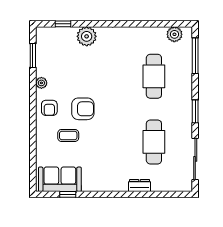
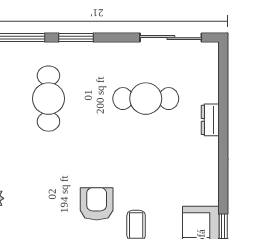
cafe table: (154, 76) -> (48, 99), turned 90
window: (195, 111) -> (76, 38), moved

